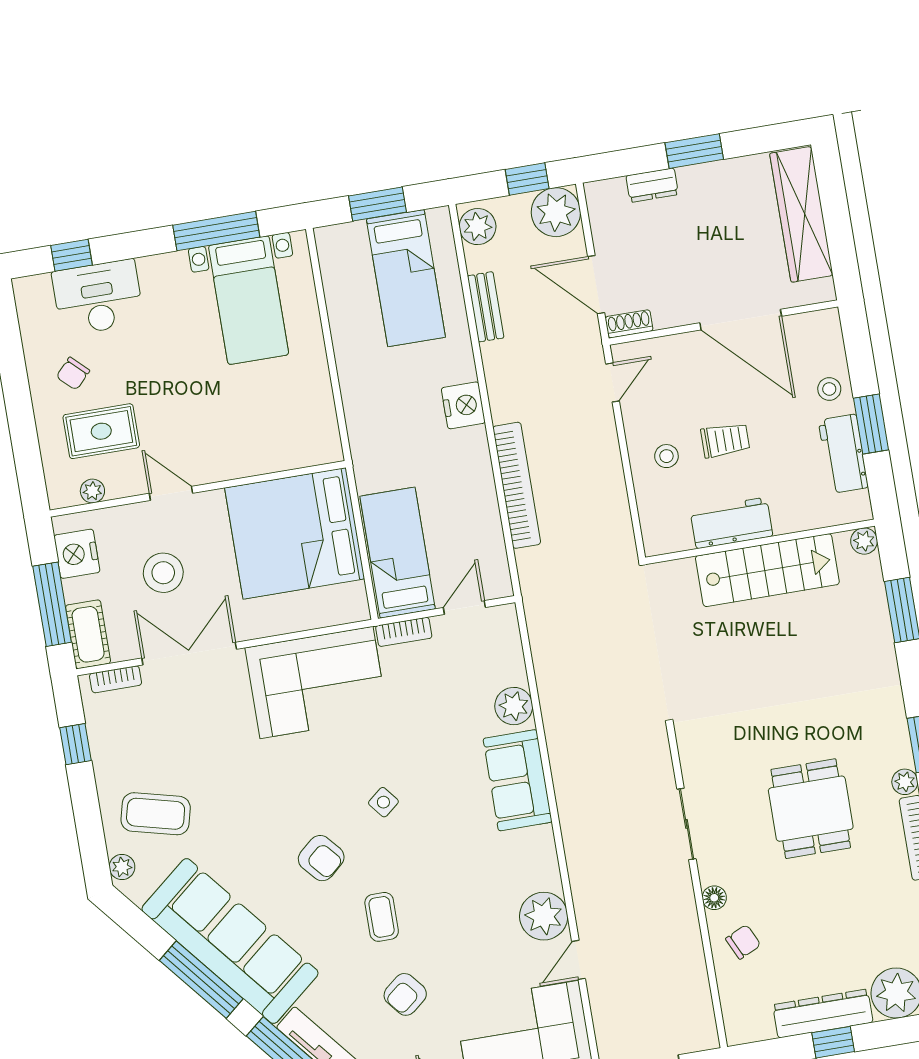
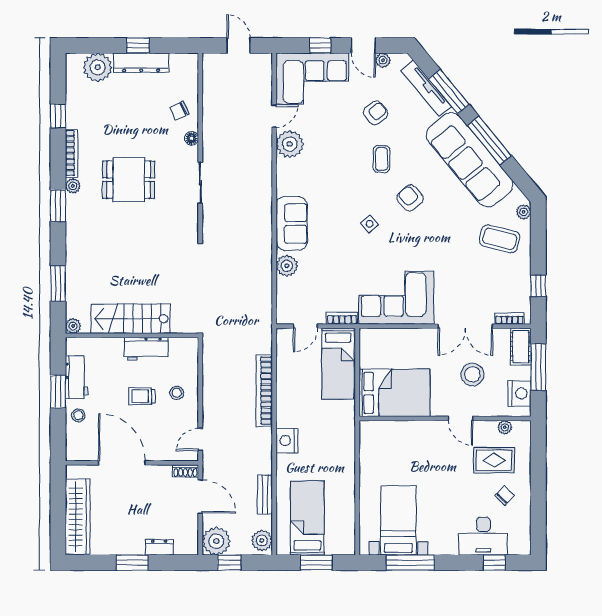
bed: (295, 533) -> (394, 393), width x0.73
dining table: (811, 809) -> (129, 180), turned 90

